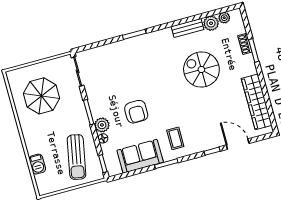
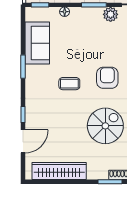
armchair: (136, 112) -> (107, 78), moved, turned 90
plant: (102, 125) -> (111, 14), moved
coffee table: (175, 138) -> (69, 84), moved

